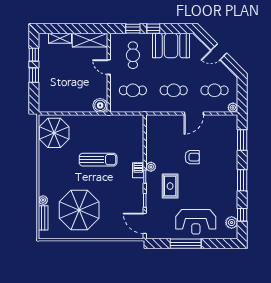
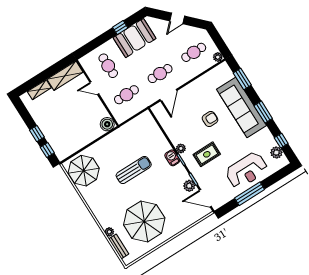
window: (133, 29) -> (94, 44), removed
window: (153, 29) -> (120, 28), moved
window: (34, 55) -> (47, 150), moved
door: (194, 114) -> (168, 95), moved
sofa: (226, 164) -> (241, 107), added
rug: (170, 186) -> (207, 154), turned 90
plant: (138, 204) -> (189, 186), added

